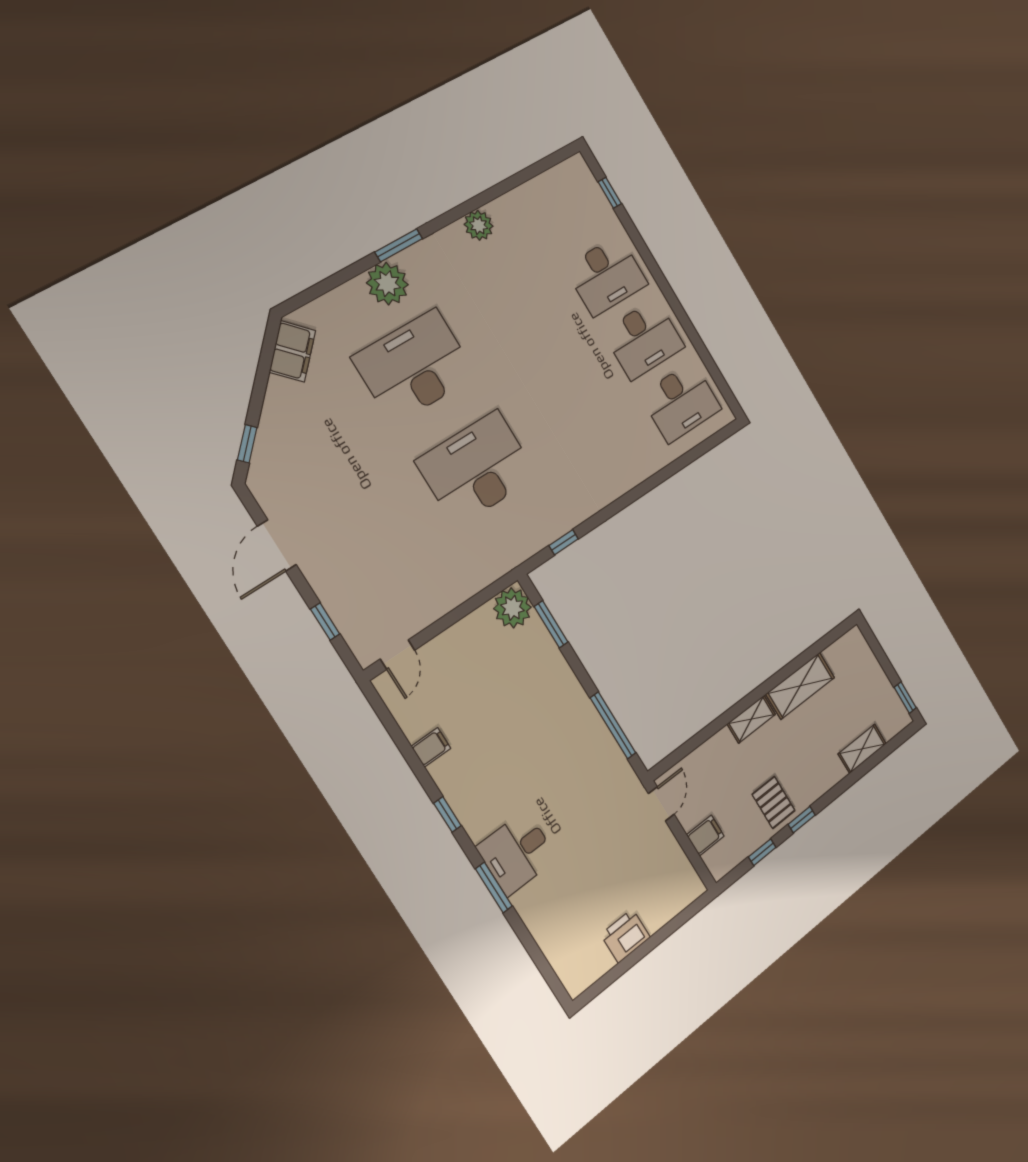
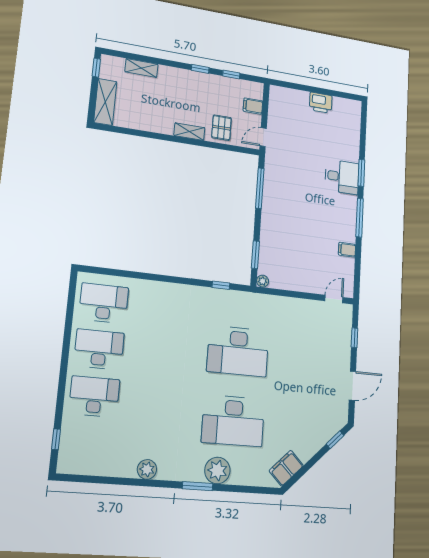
plant: (512, 608) -> (263, 281), width x0.53, depth x0.53
shelving: (800, 686) -> (105, 102), moved, turned 90
pallet: (774, 802) -> (221, 128), moved
window: (447, 814) -> (360, 218), width x2.17

